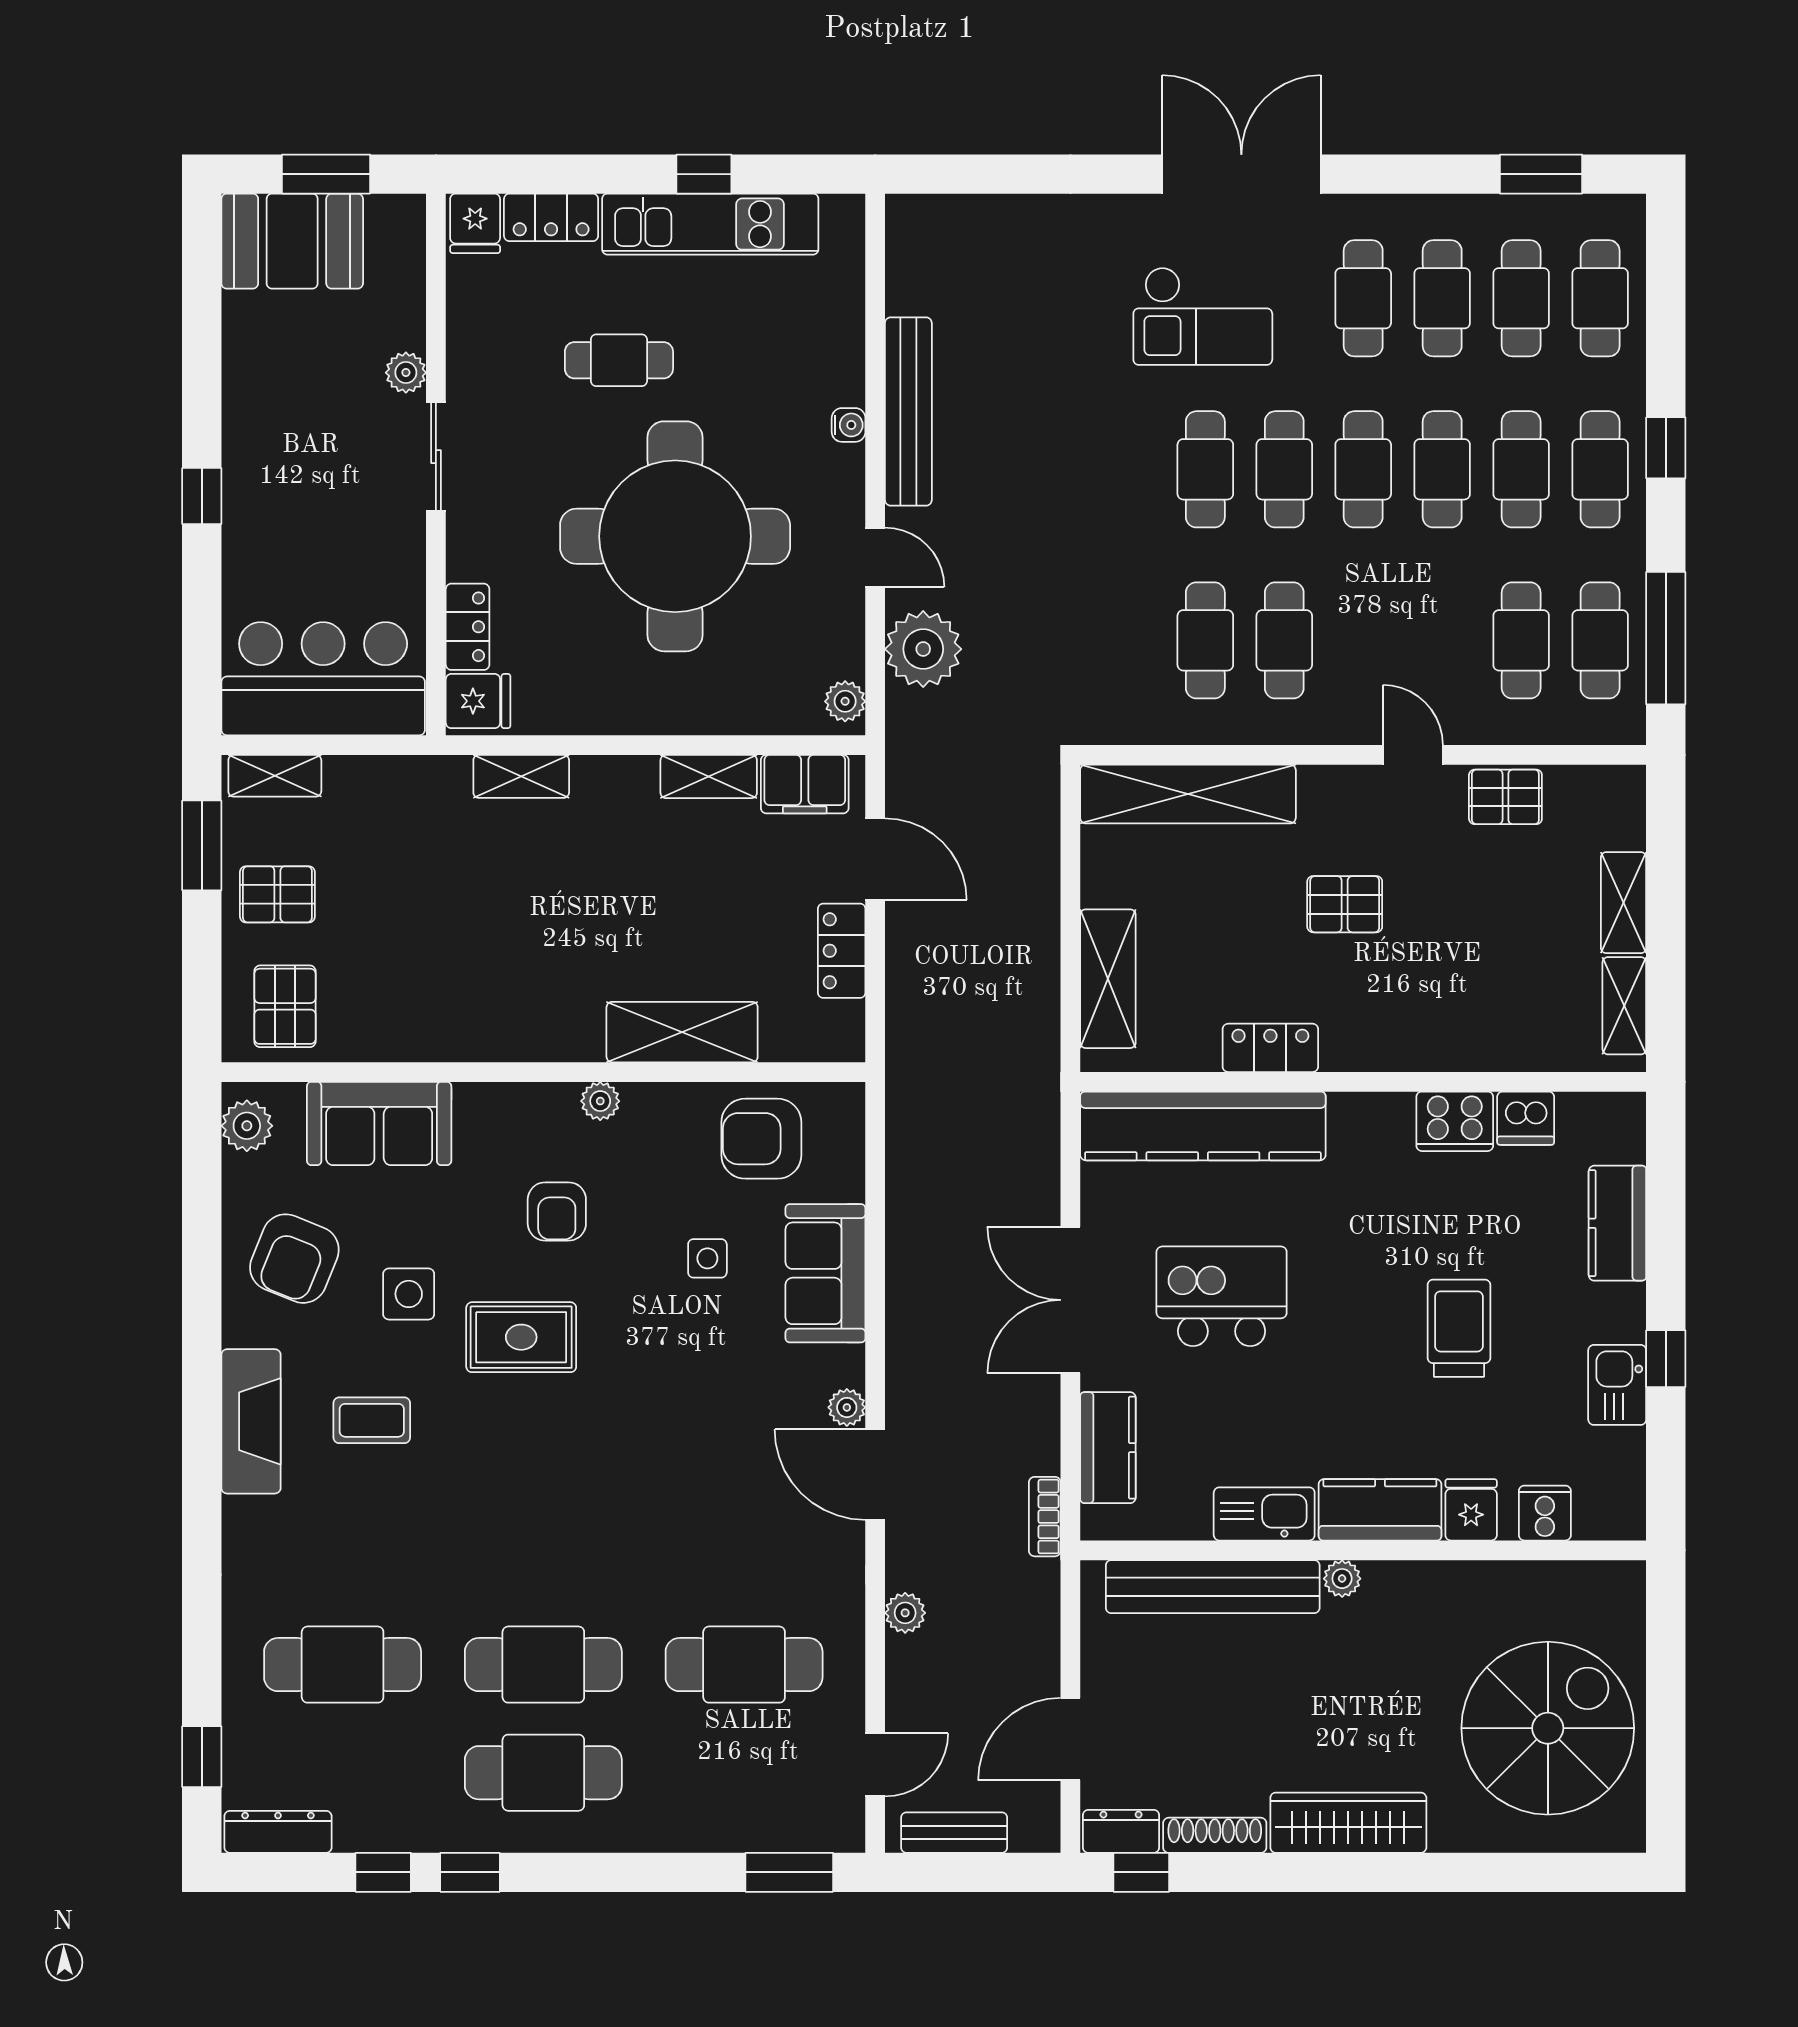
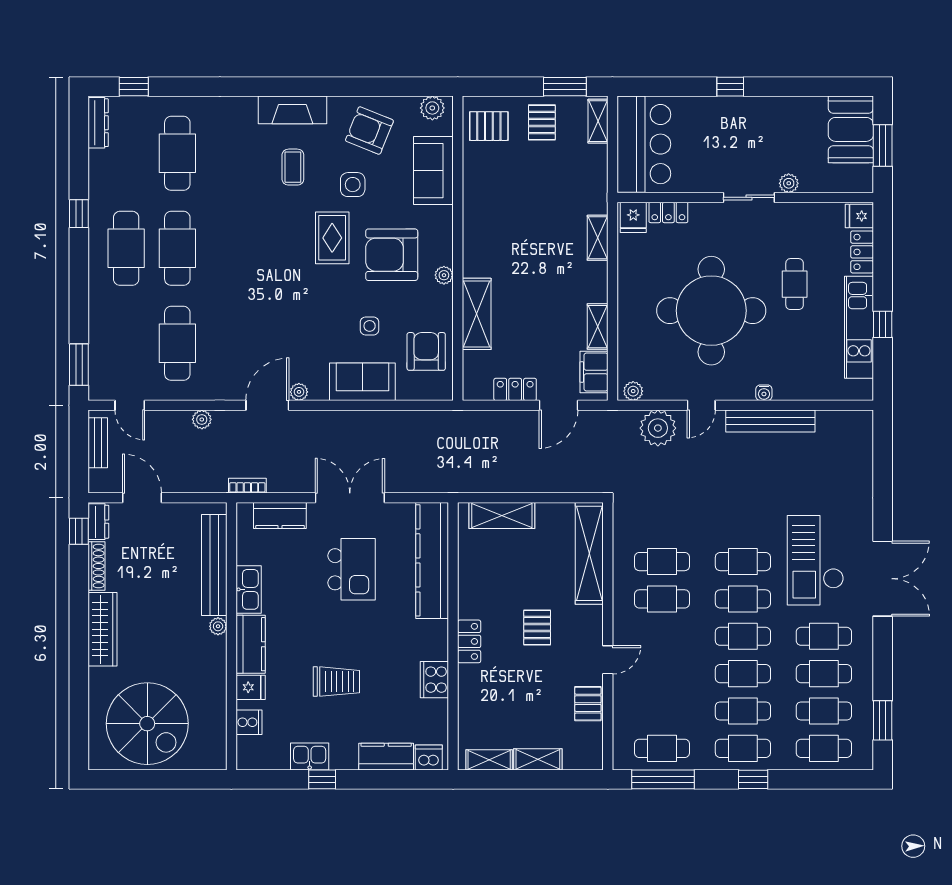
checkout: (1203, 316) -> (815, 560), width x1.36, depth x1.21
cafe table: (1521, 640) -> (662, 711), removed
locker: (1270, 1048) -> (469, 641), moved
dishwasher: (1526, 1118) -> (429, 758), moved, turned 90
armchair: (557, 1211) -> (392, 255), width x1.88, depth x1.88
window: (383, 1872) -> (79, 172), removed

